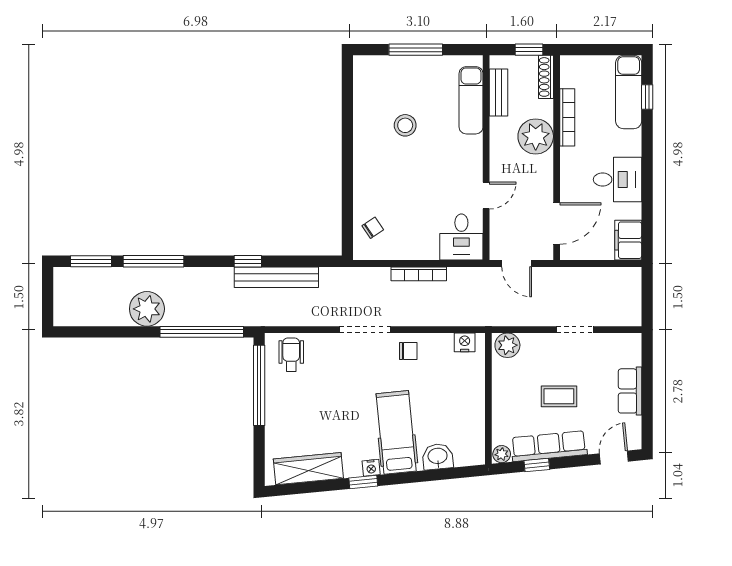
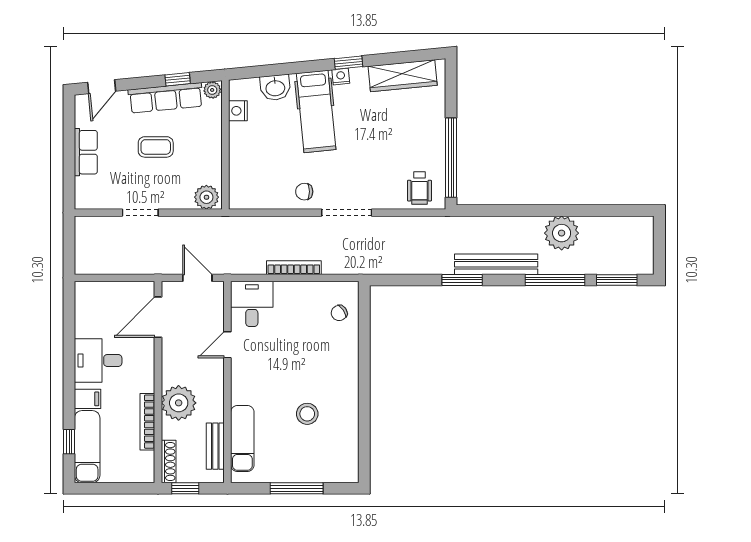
filing cabinet: (628, 240) -> (88, 399), moved, width x0.50
window: (248, 261) -> (462, 280), width x1.50
bench: (276, 277) -> (496, 264), moved
window: (202, 332) -> (508, 210), removed
nightstand: (465, 342) -> (238, 111), moved, turned 90

